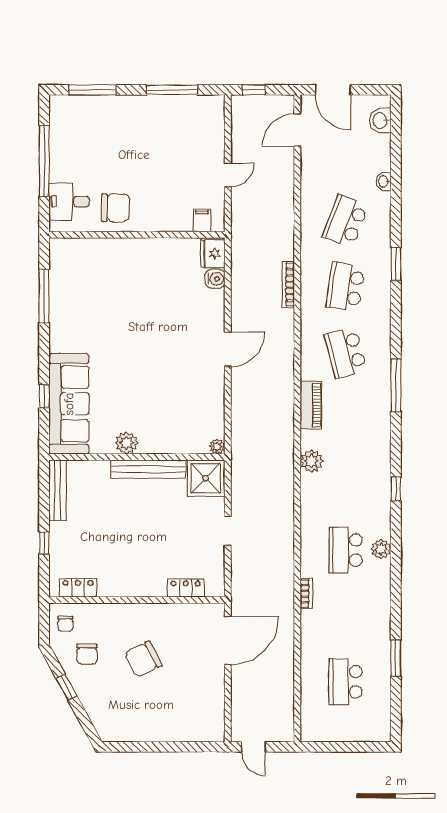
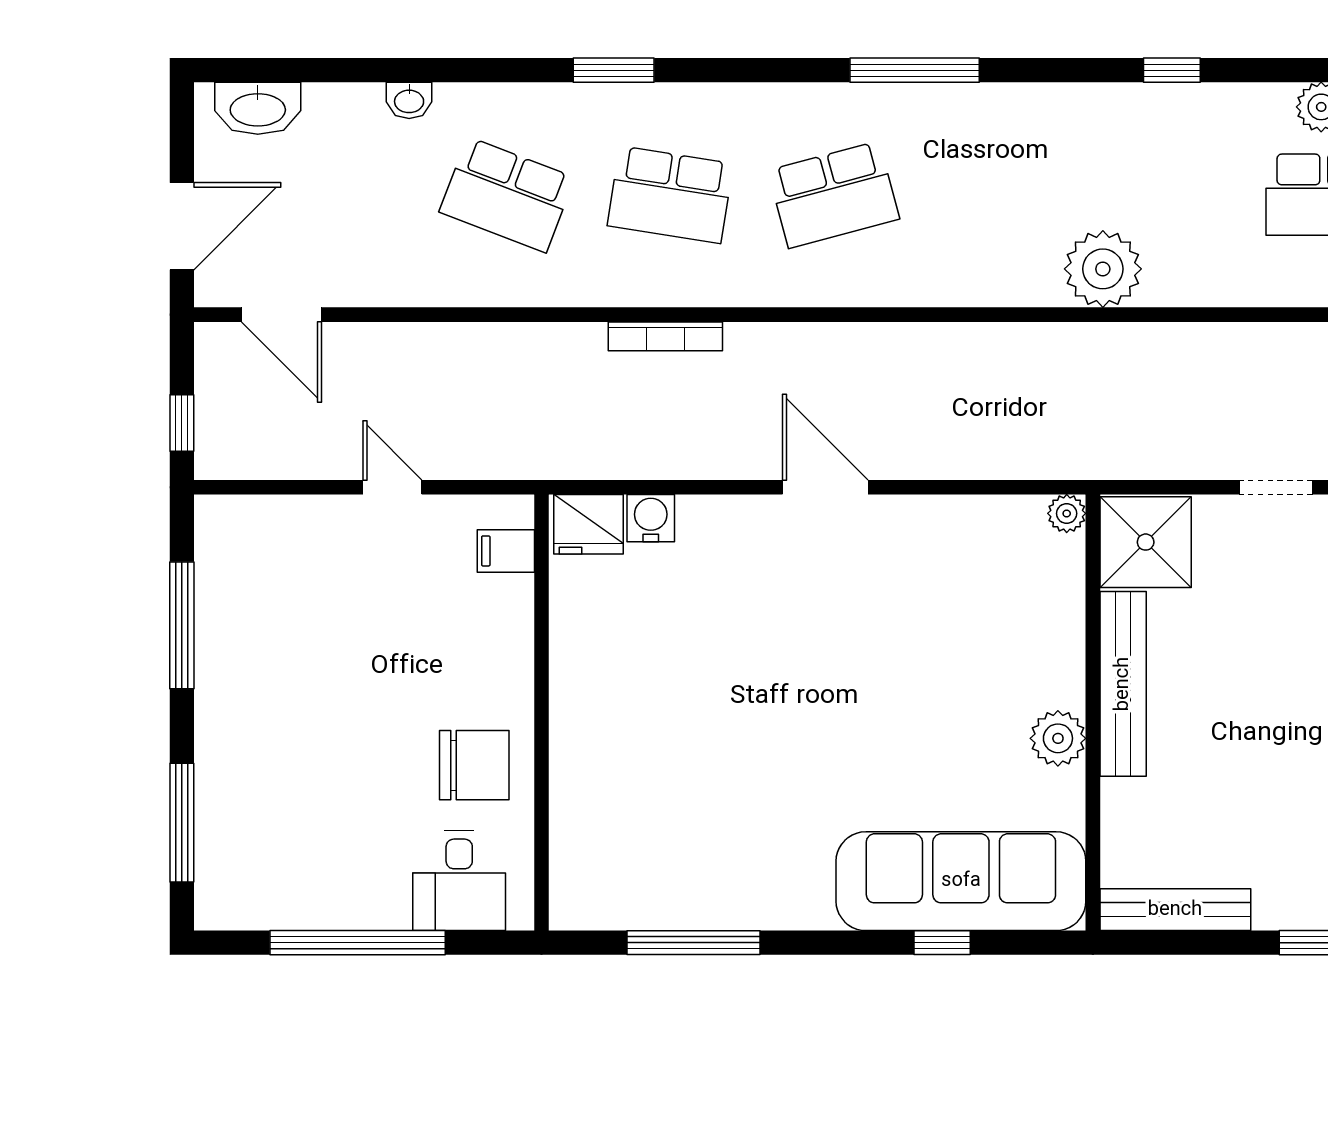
washbasin: (380, 120) -> (258, 108), width x1.38
chair: (116, 208) -> (474, 765), turned 90
piano: (311, 405) -> (964, 281), removed
plant: (312, 461) -> (1103, 269), width x1.36, depth x1.36

